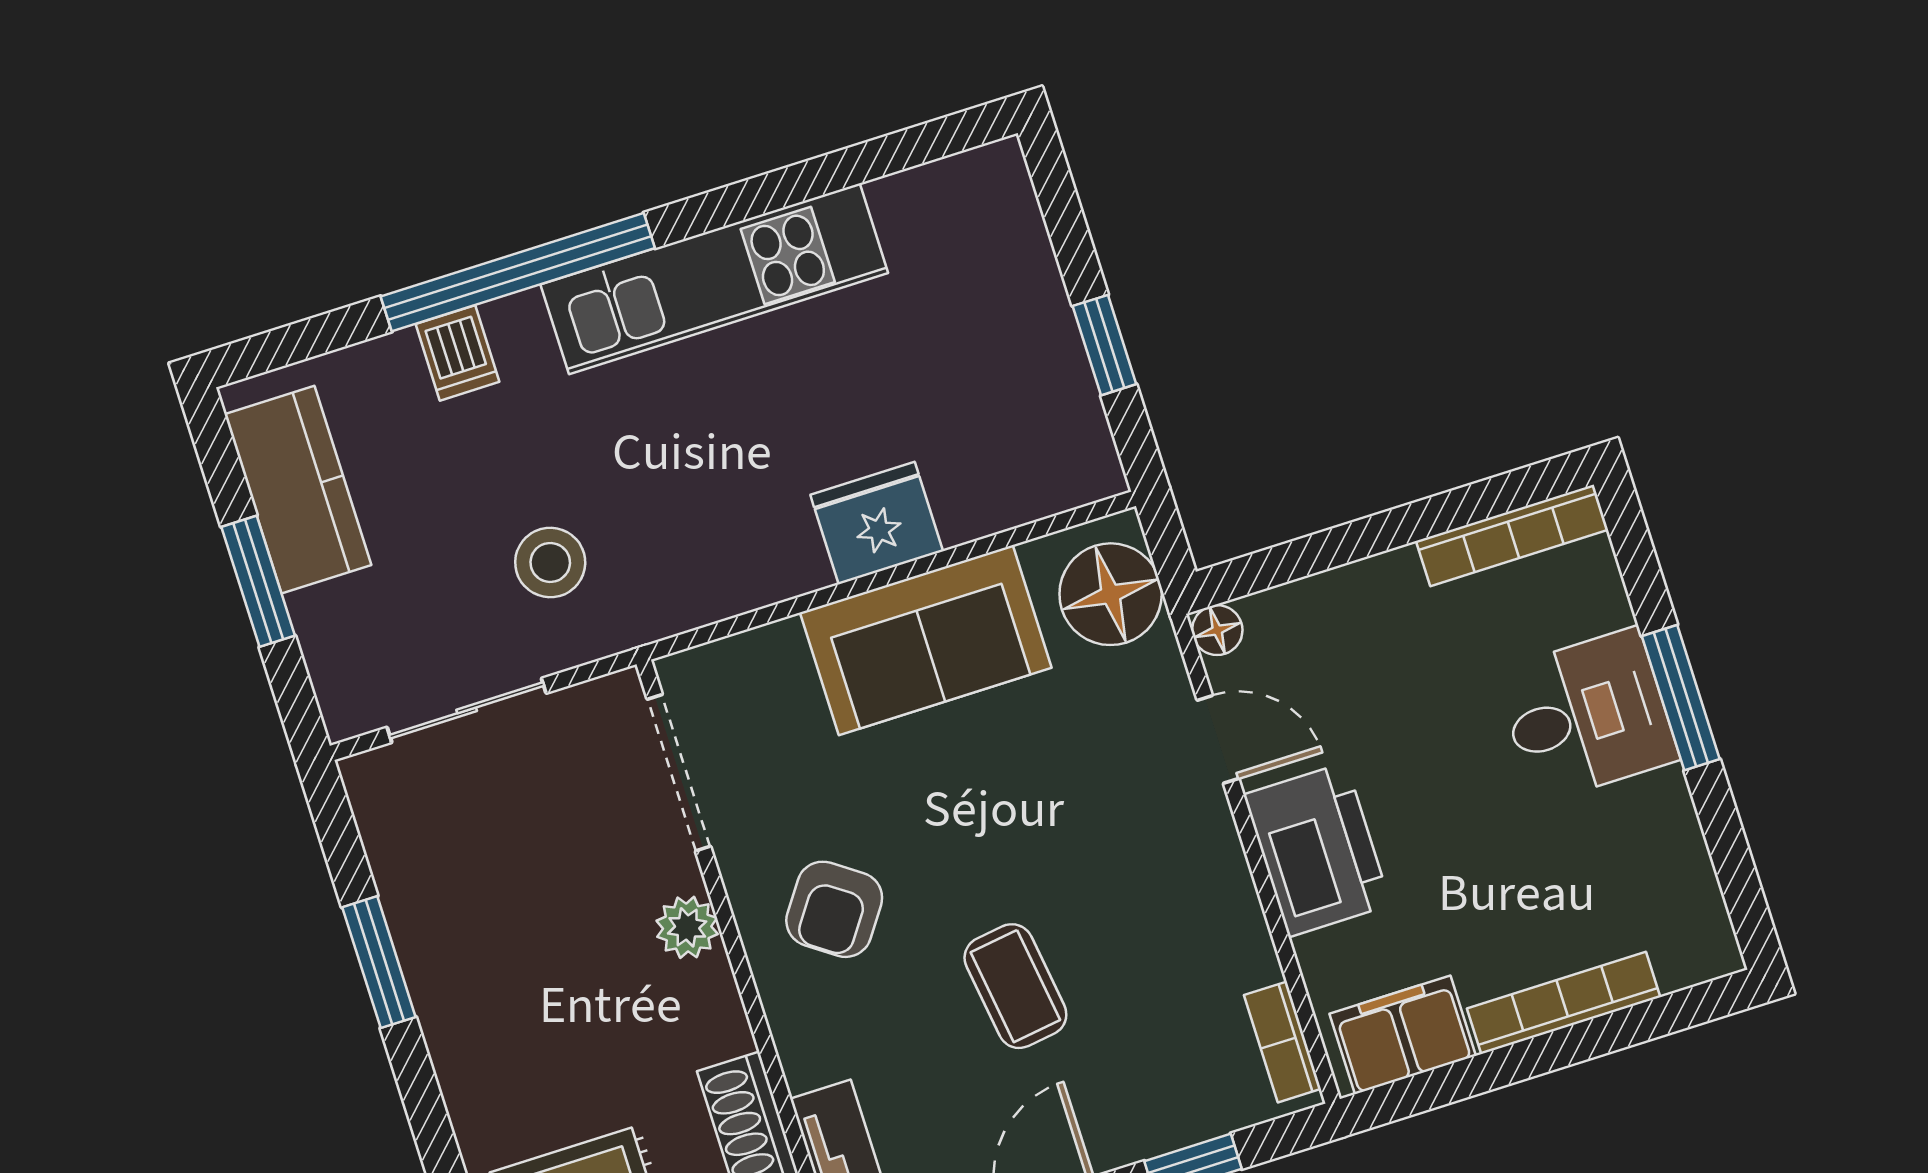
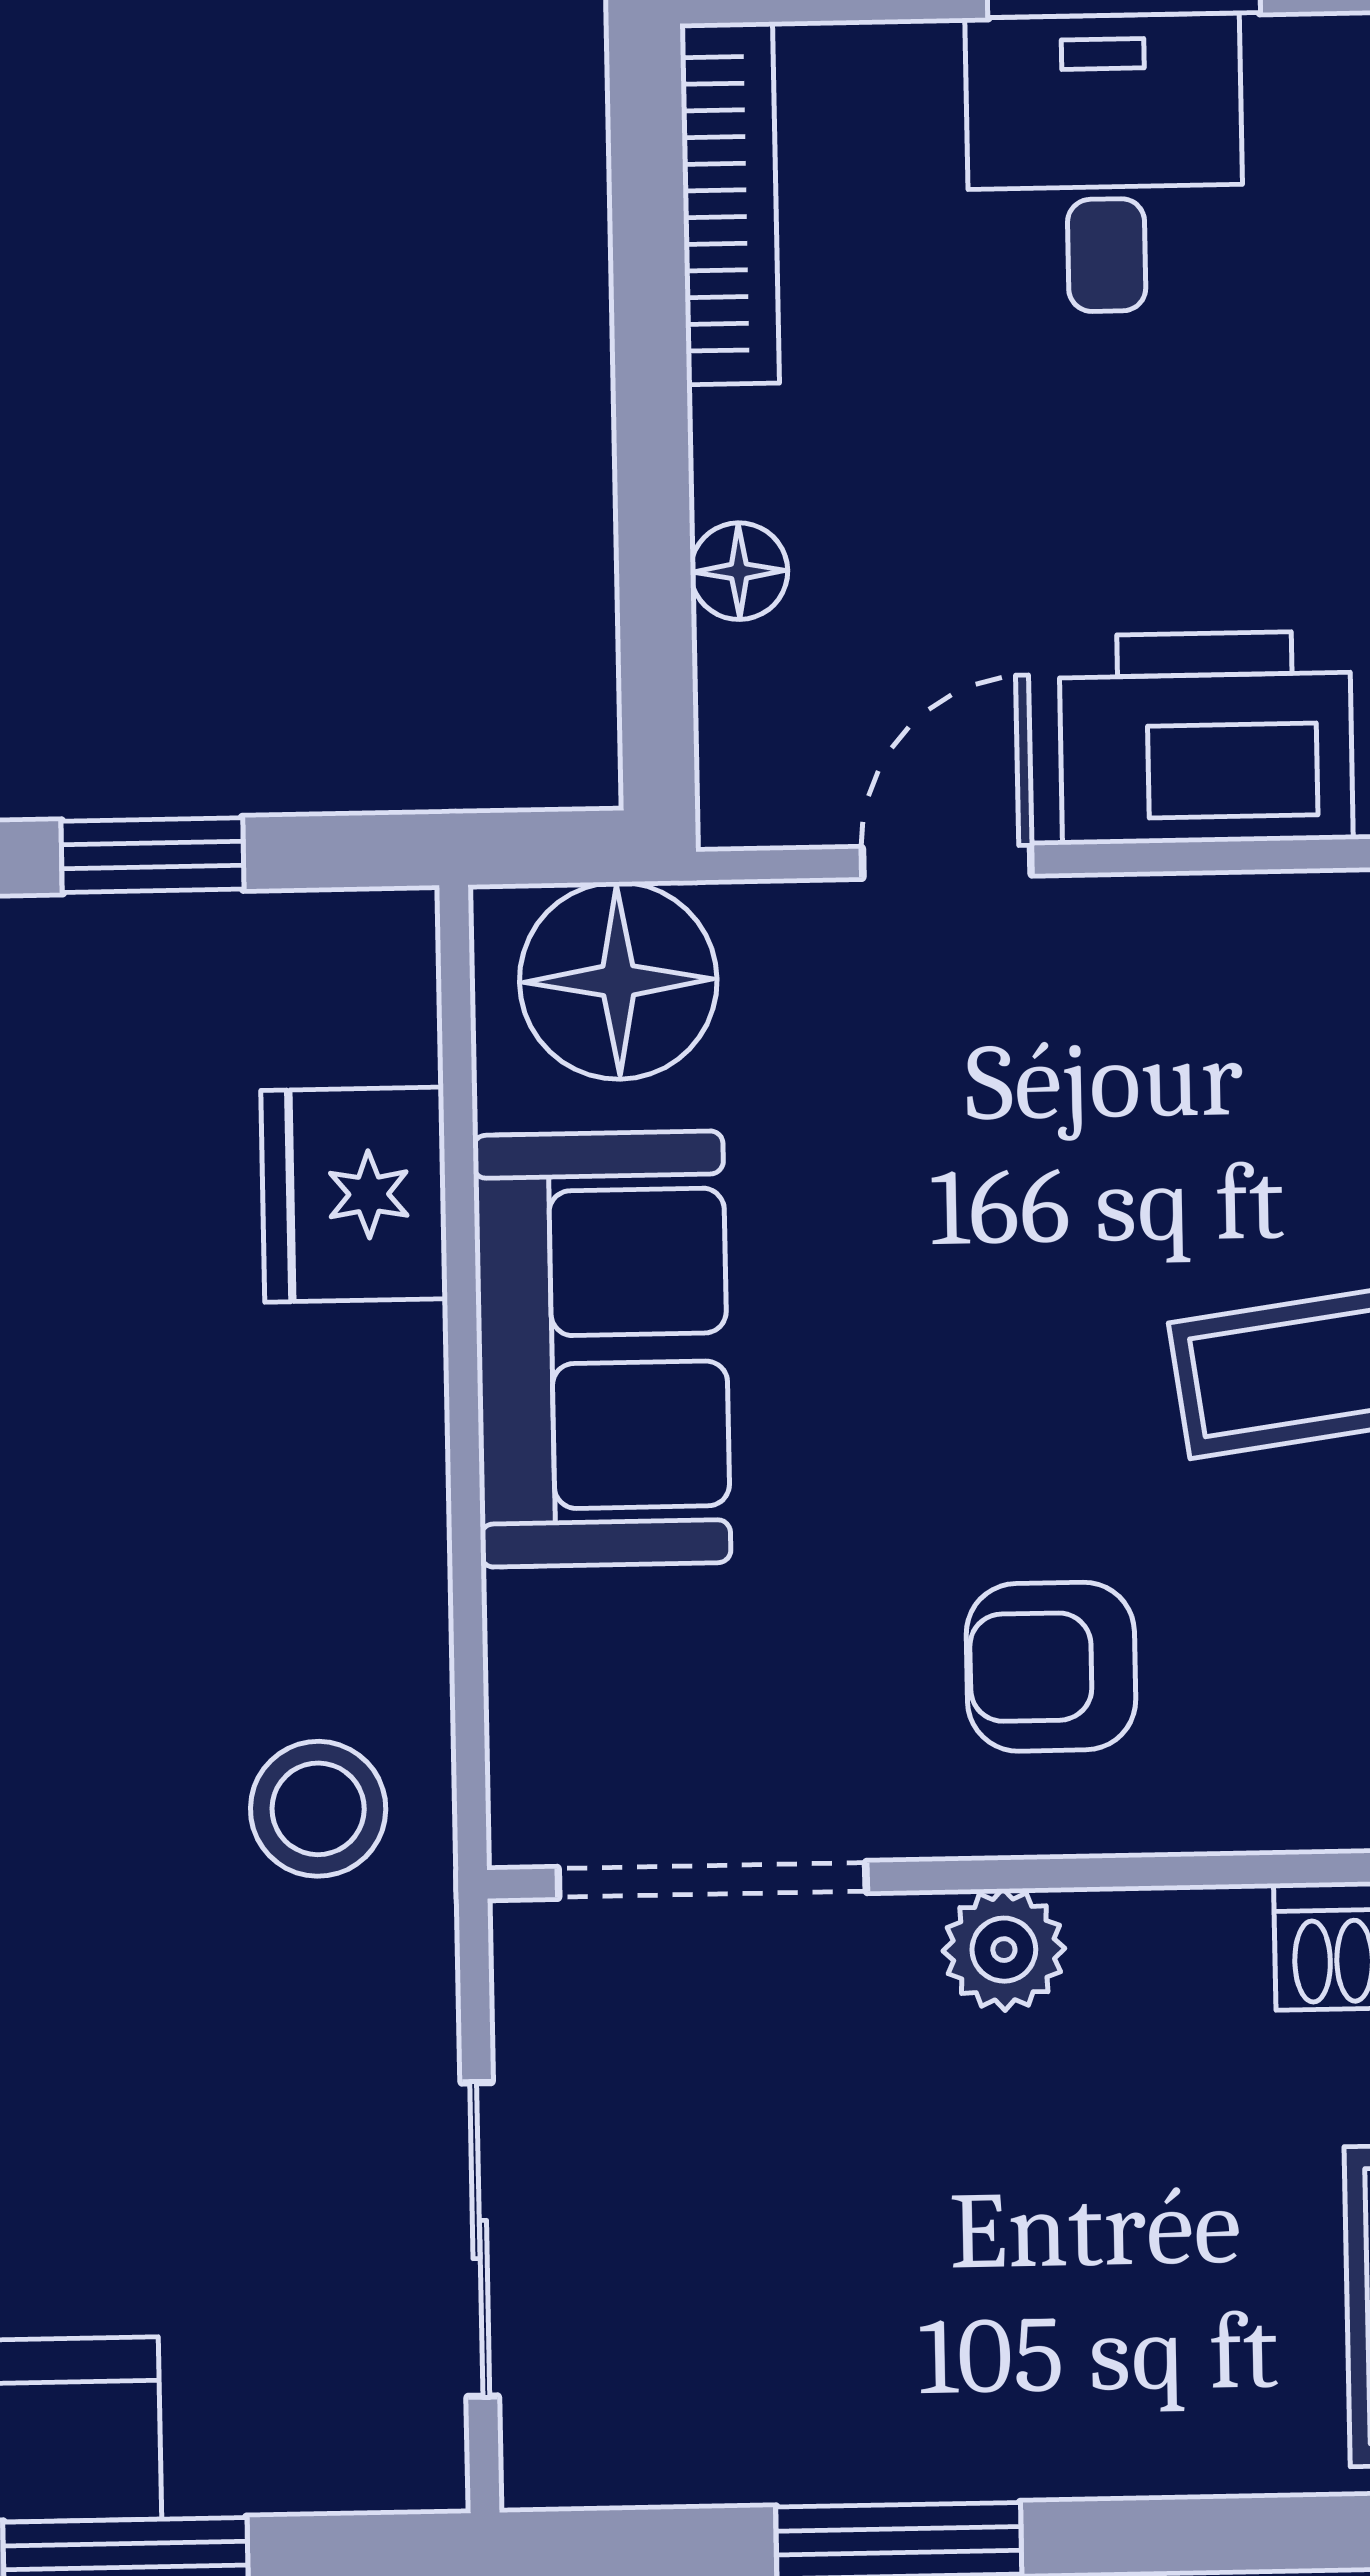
fridge: (877, 523) -> (354, 1195), moved
stool: (550, 563) -> (318, 1809), moved
floor lamp: (1217, 630) -> (739, 571), moved
armchair: (834, 909) -> (1051, 1667), turned 145

